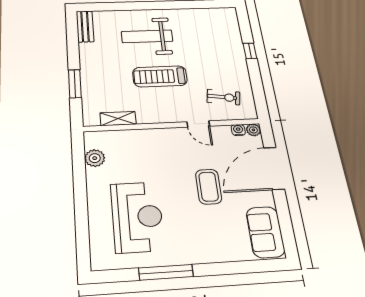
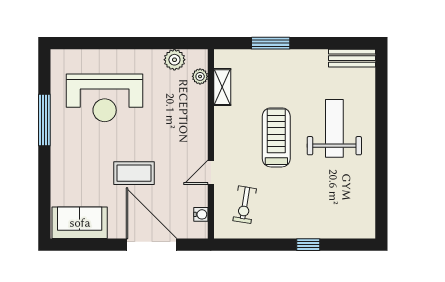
plant: (253, 130) -> (200, 76), moved

